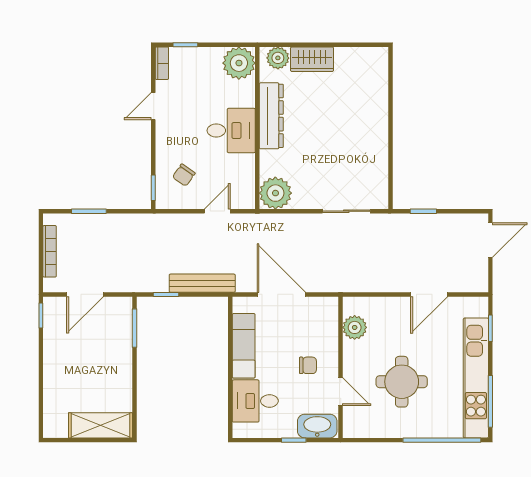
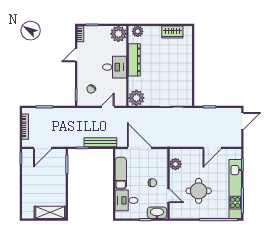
wardrobe: (312, 59) -> (172, 32), moved

